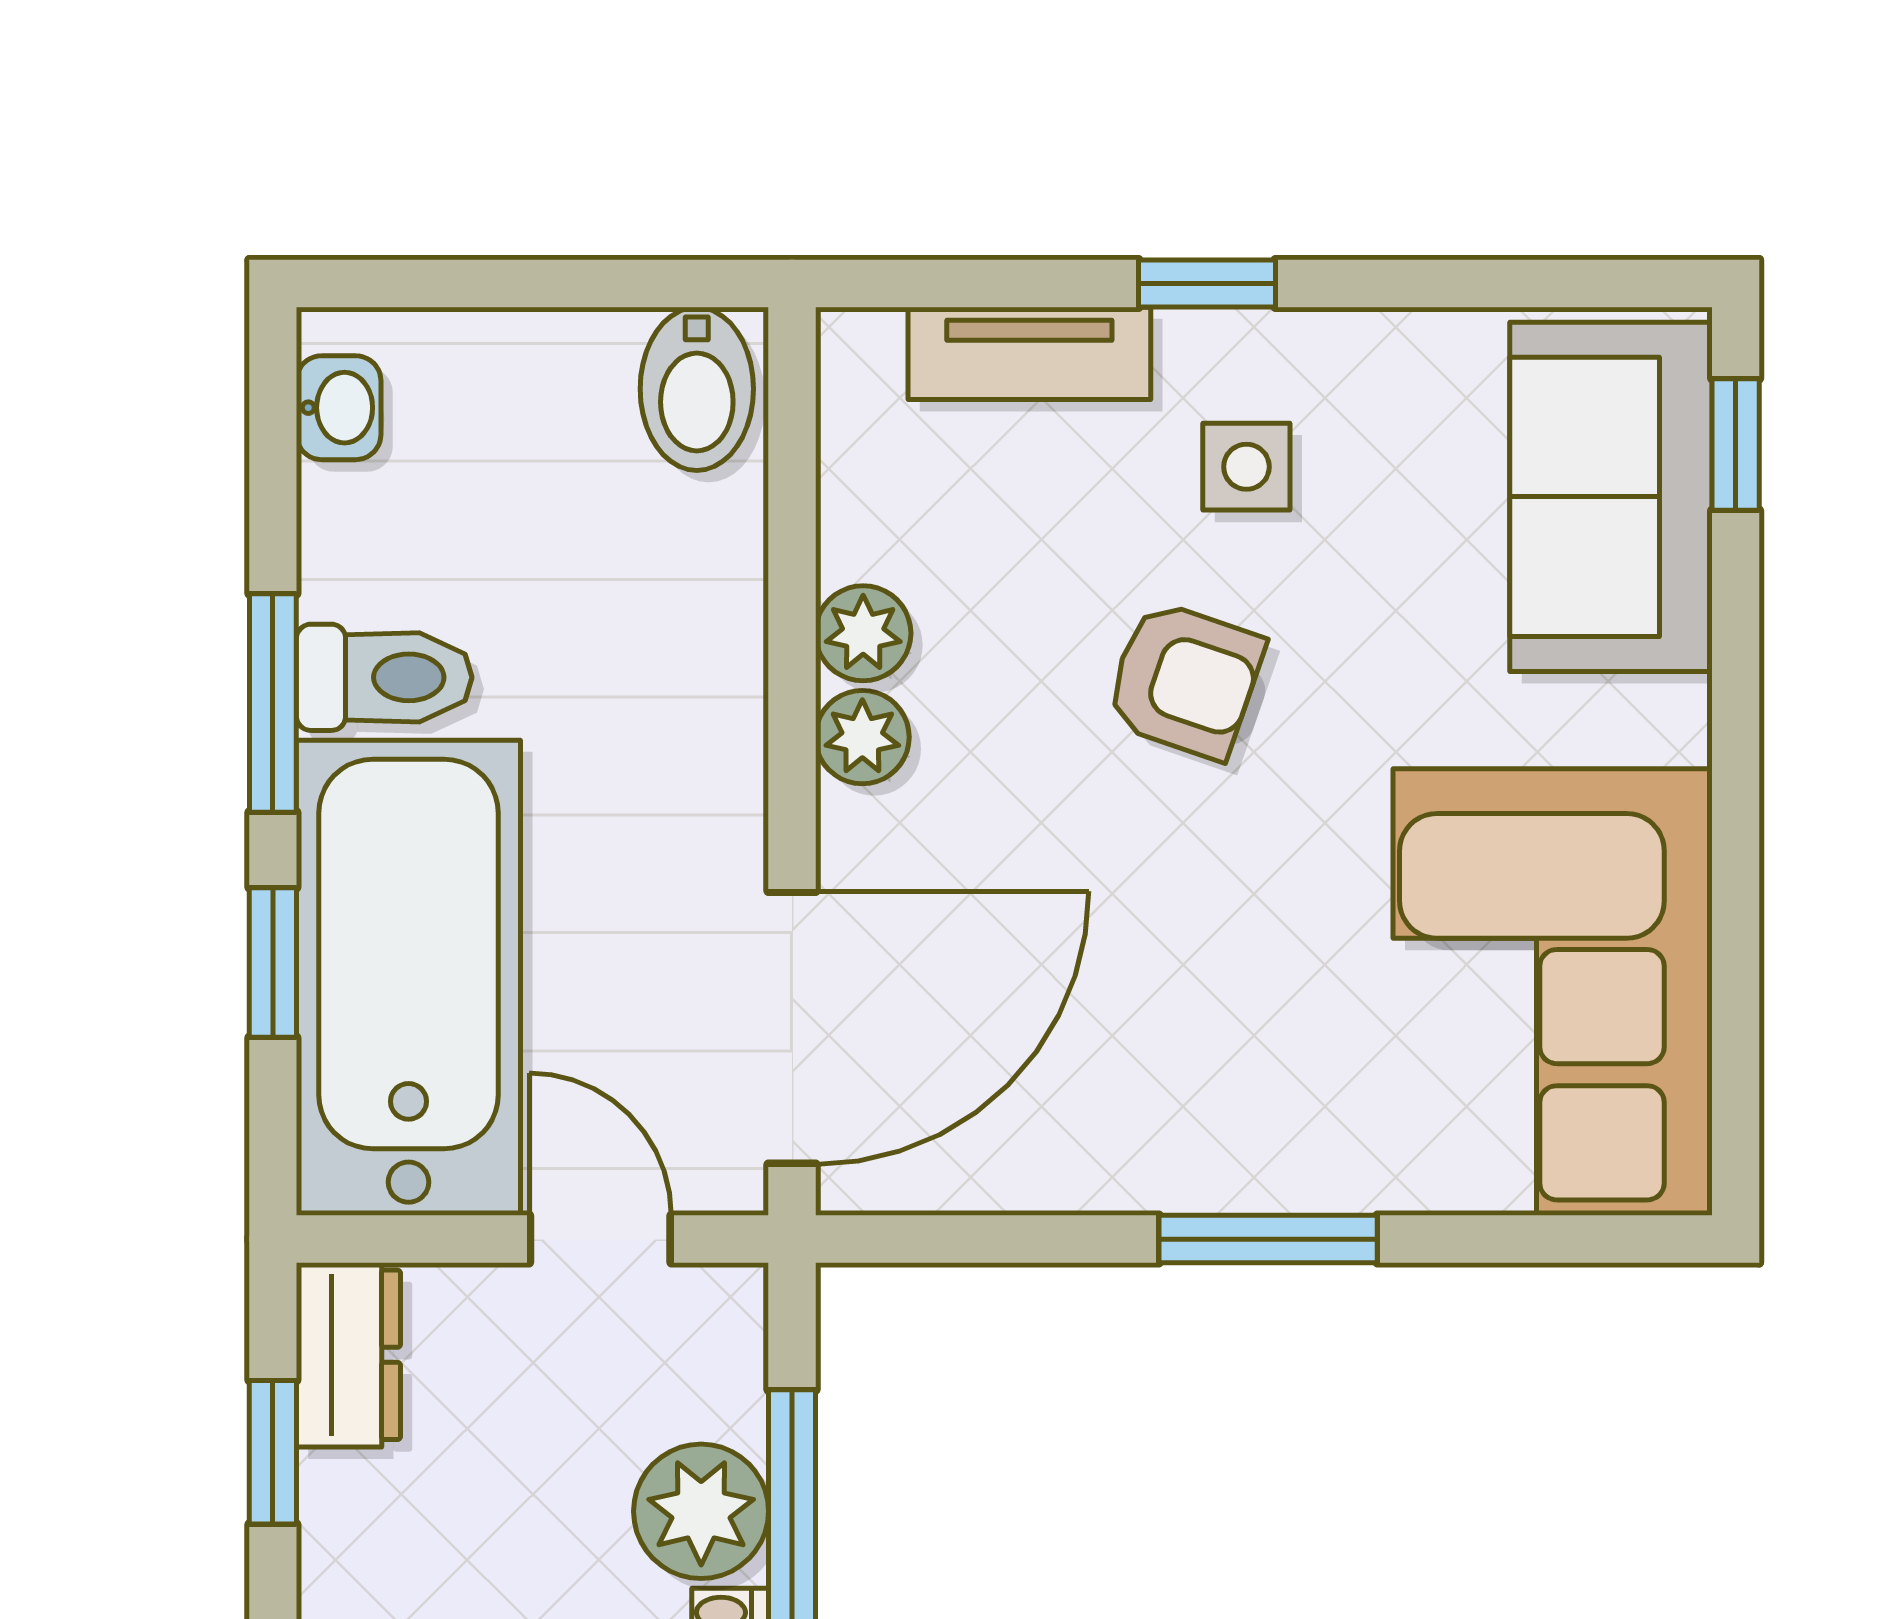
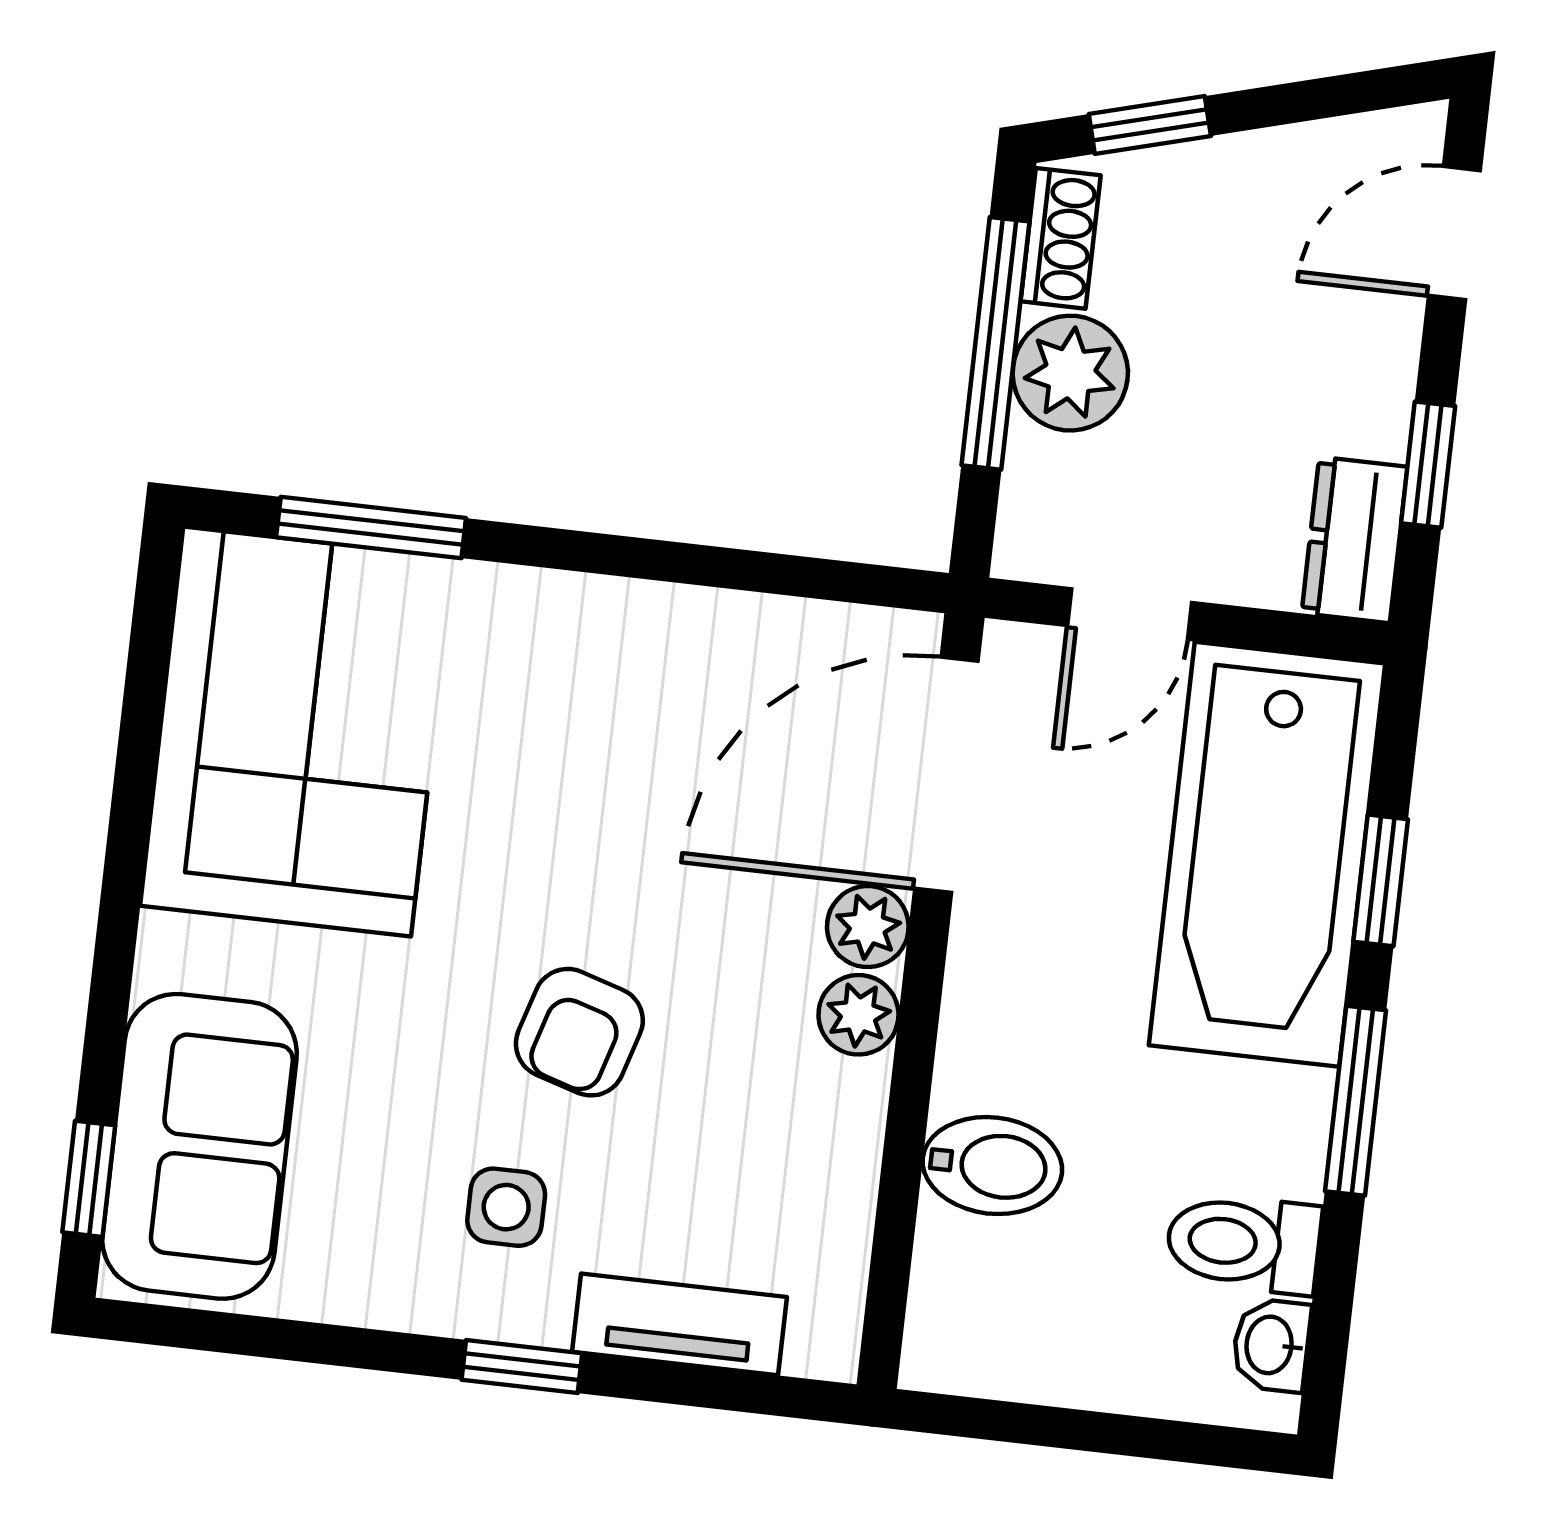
bidet: (697, 389) -> (992, 1166), moved, turned 90
plant: (863, 633) -> (868, 927), moved
toilet: (384, 677) -> (1244, 1243), moved
armchair: (1185, 680) -> (579, 1032), turned -92
door: (600, 1239) -> (1130, 614), hinge flipped
window: (1268, 1239) -> (371, 528), moved

